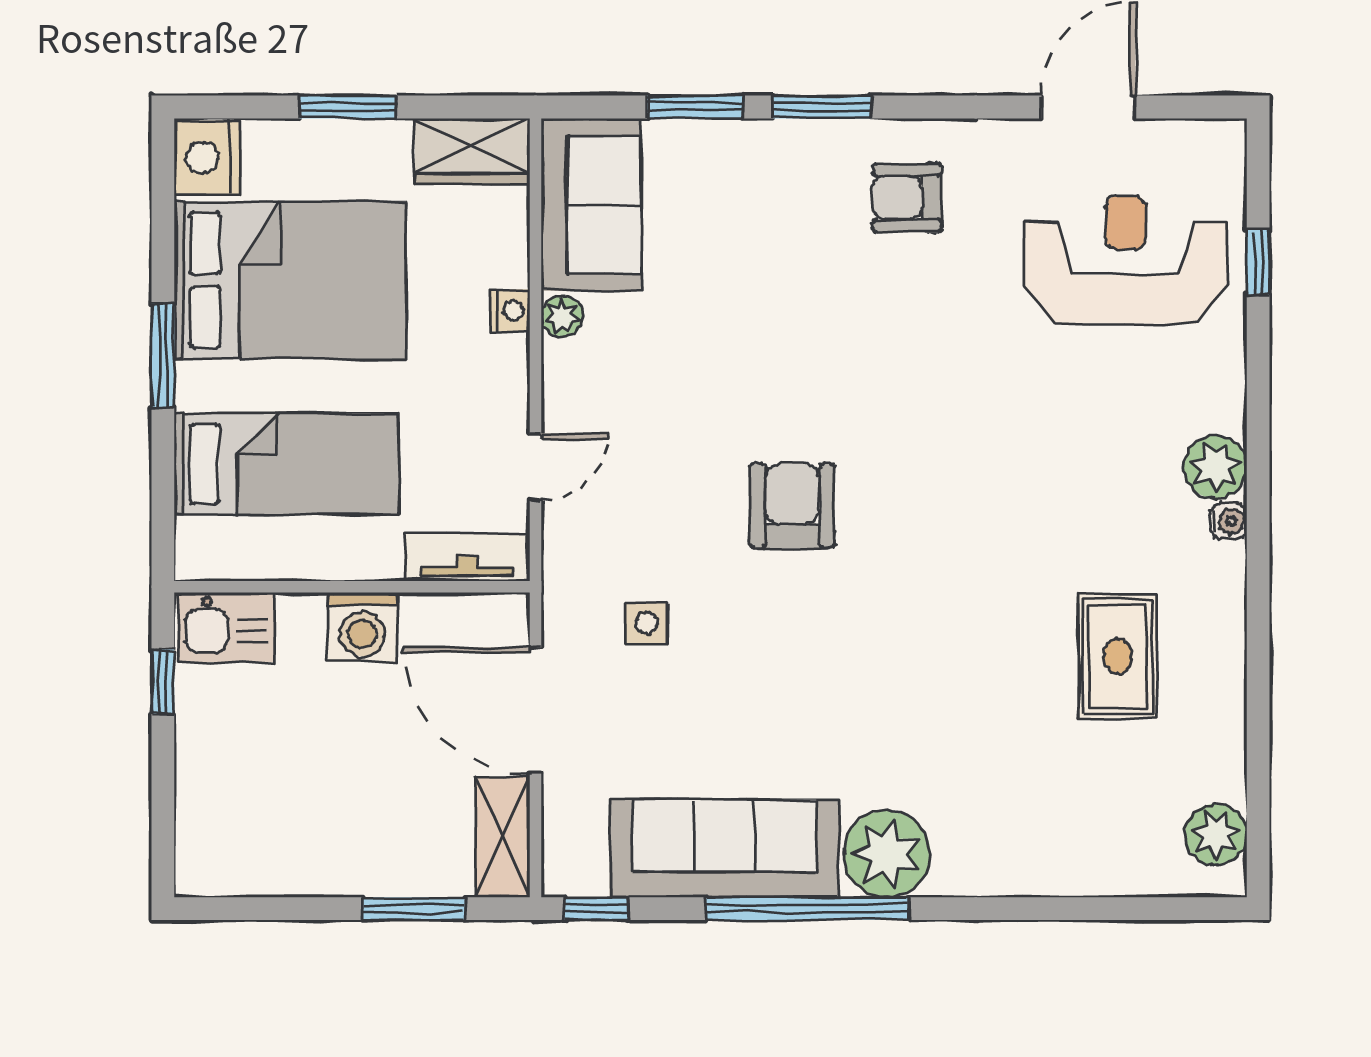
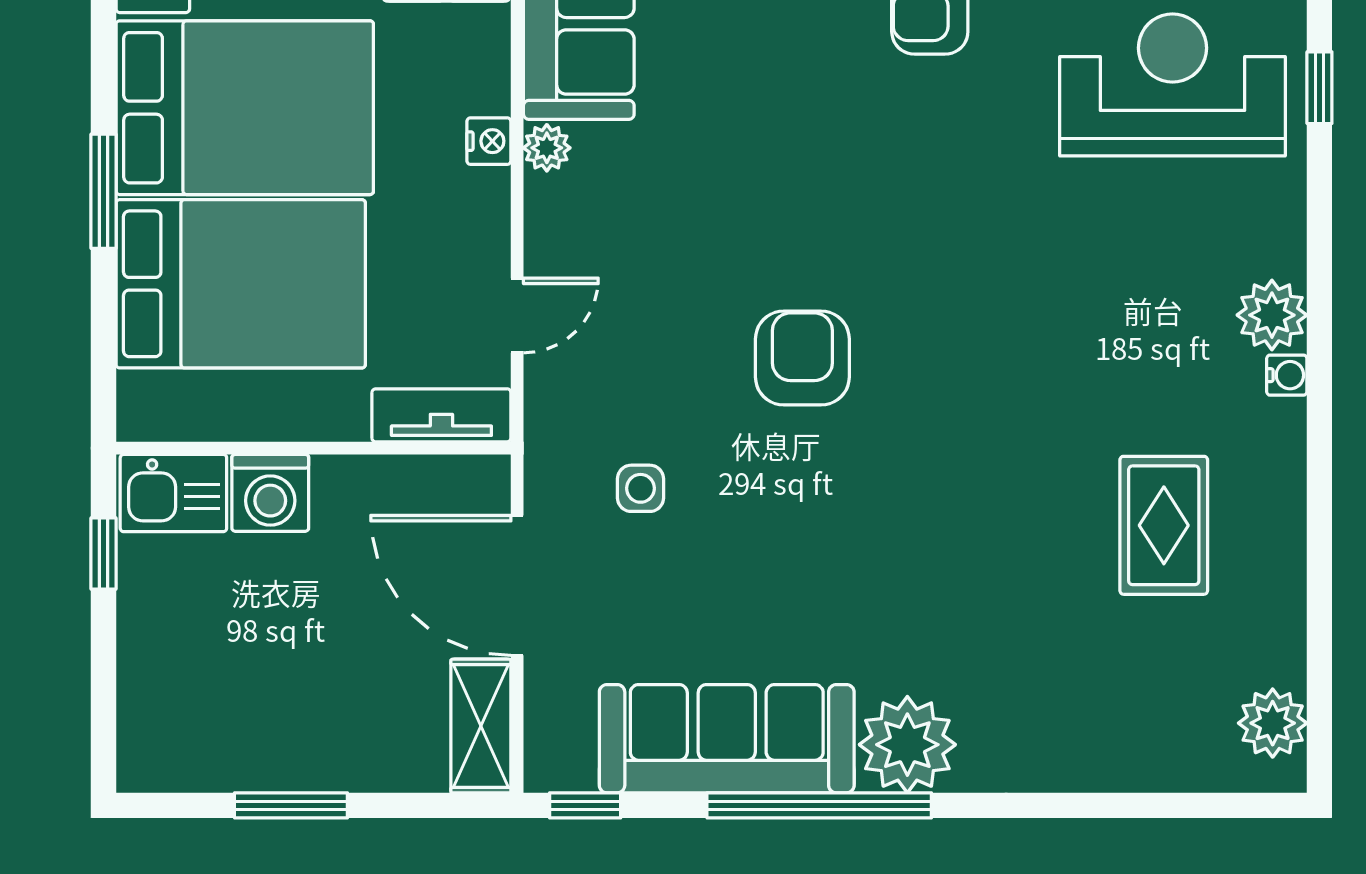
bed: (286, 464) -> (241, 284), width x1.50
washing machine: (362, 627) -> (270, 493), moved
window: (413, 909) -> (291, 805), moved

